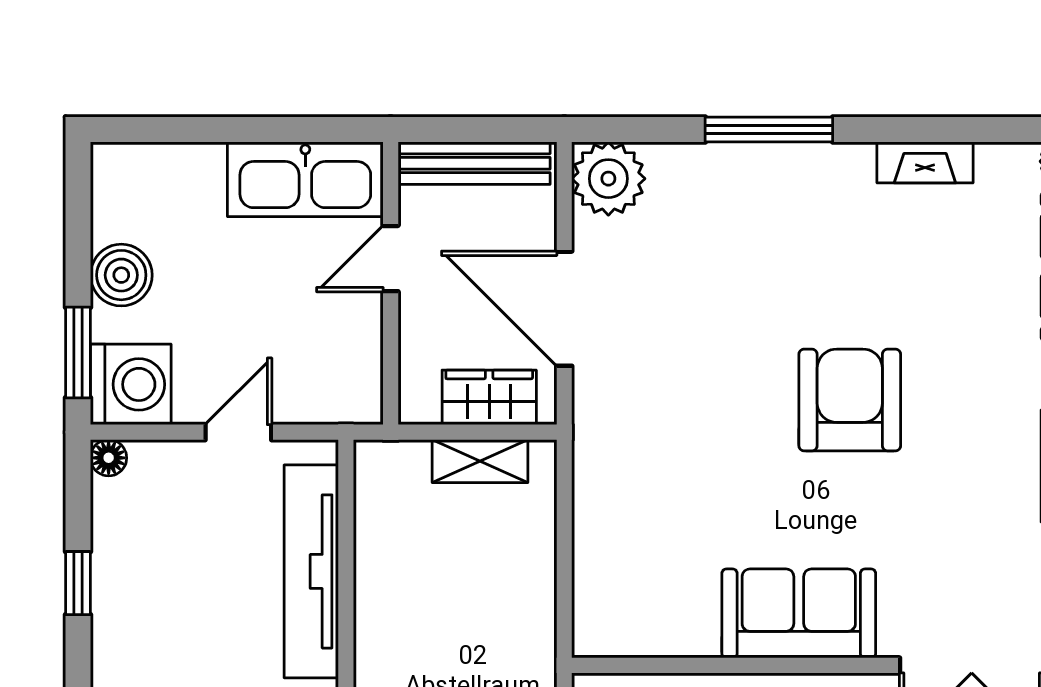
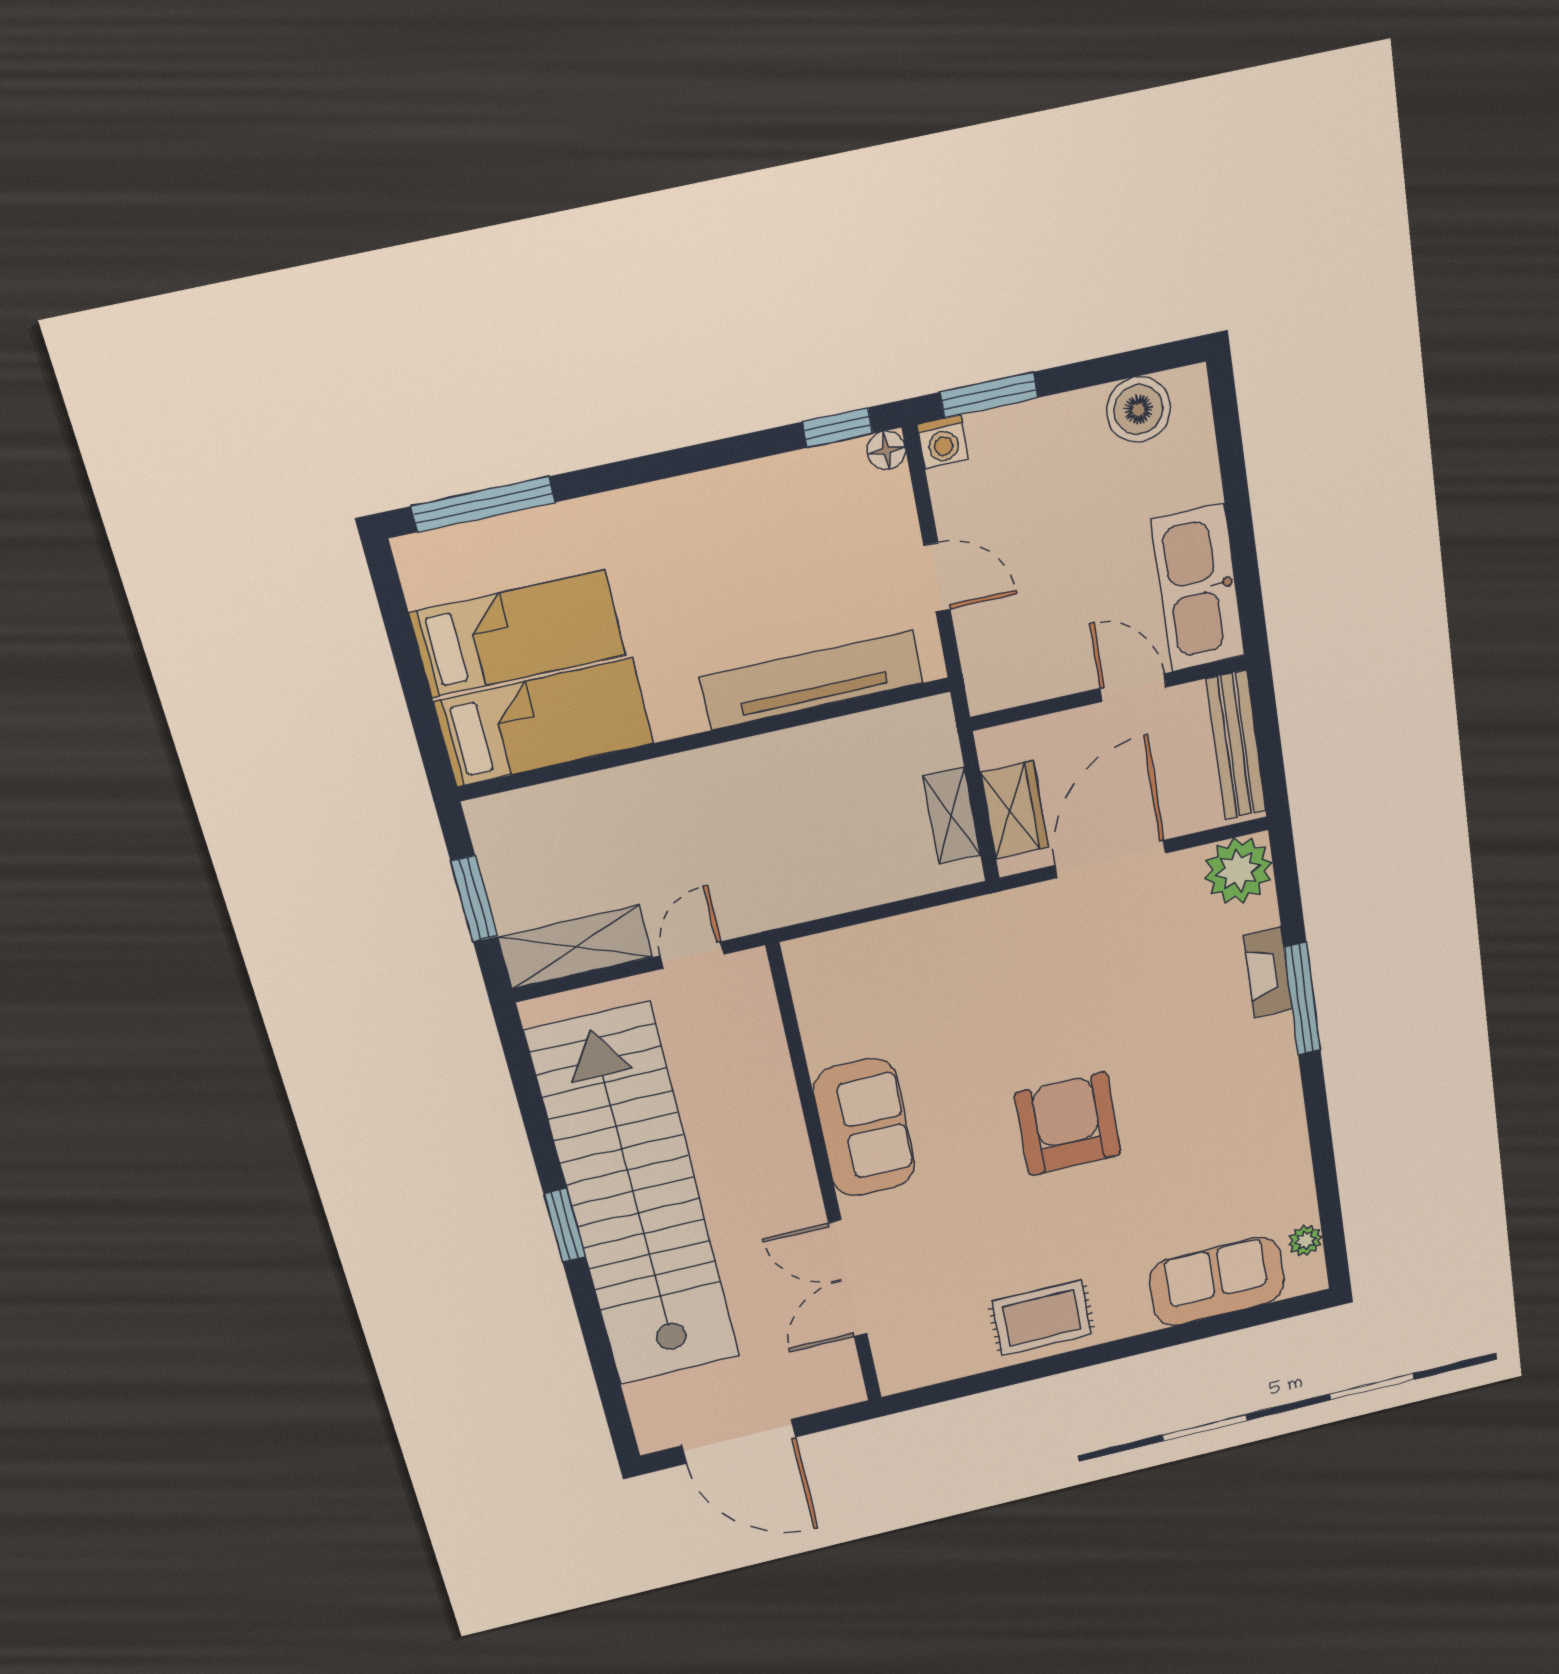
fireplace: (925, 162) -> (1268, 972), moved
boiler: (121, 275) -> (1138, 409), moved
washing machine: (131, 384) -> (943, 442), width x0.53, depth x0.53
armchair: (850, 400) -> (1068, 1124), turned -90
window: (78, 583) -> (838, 428), moved

